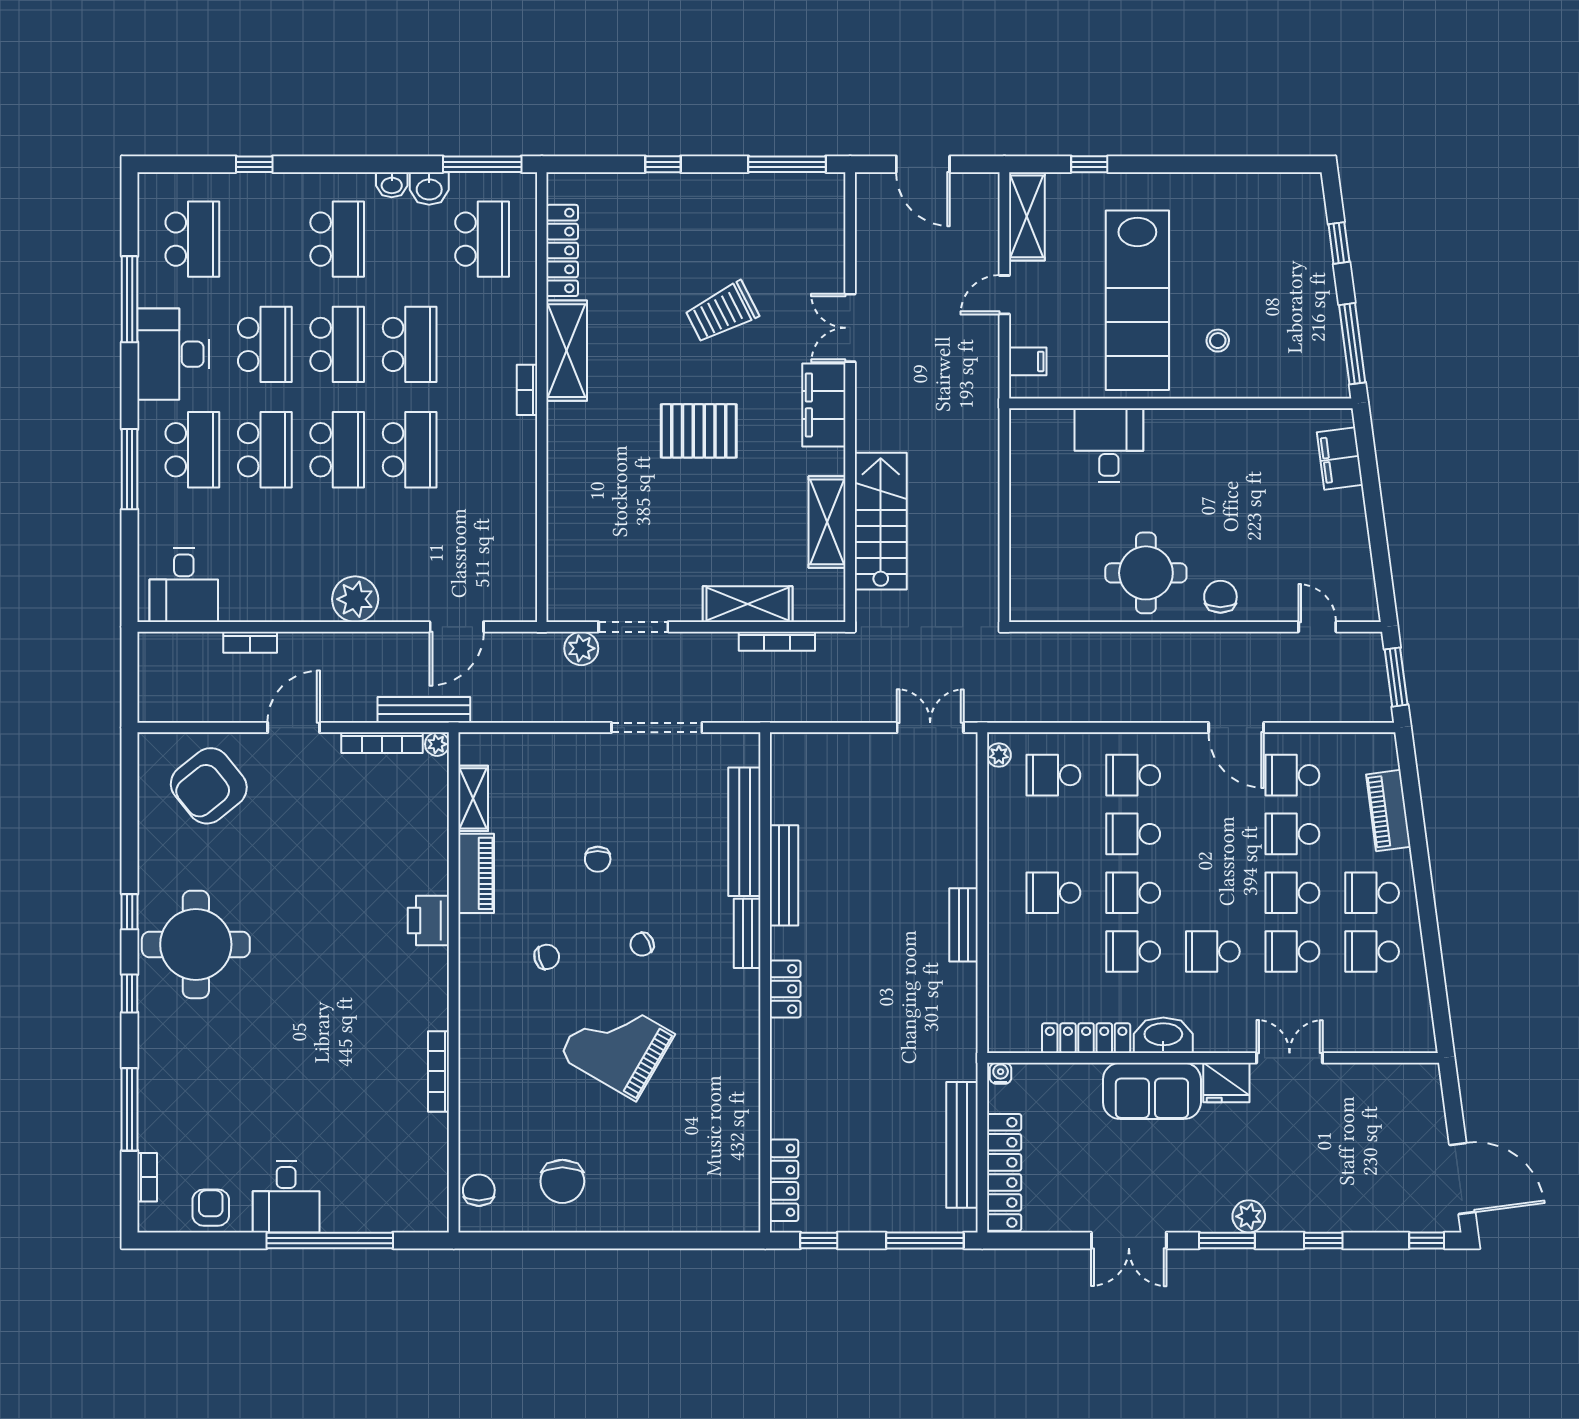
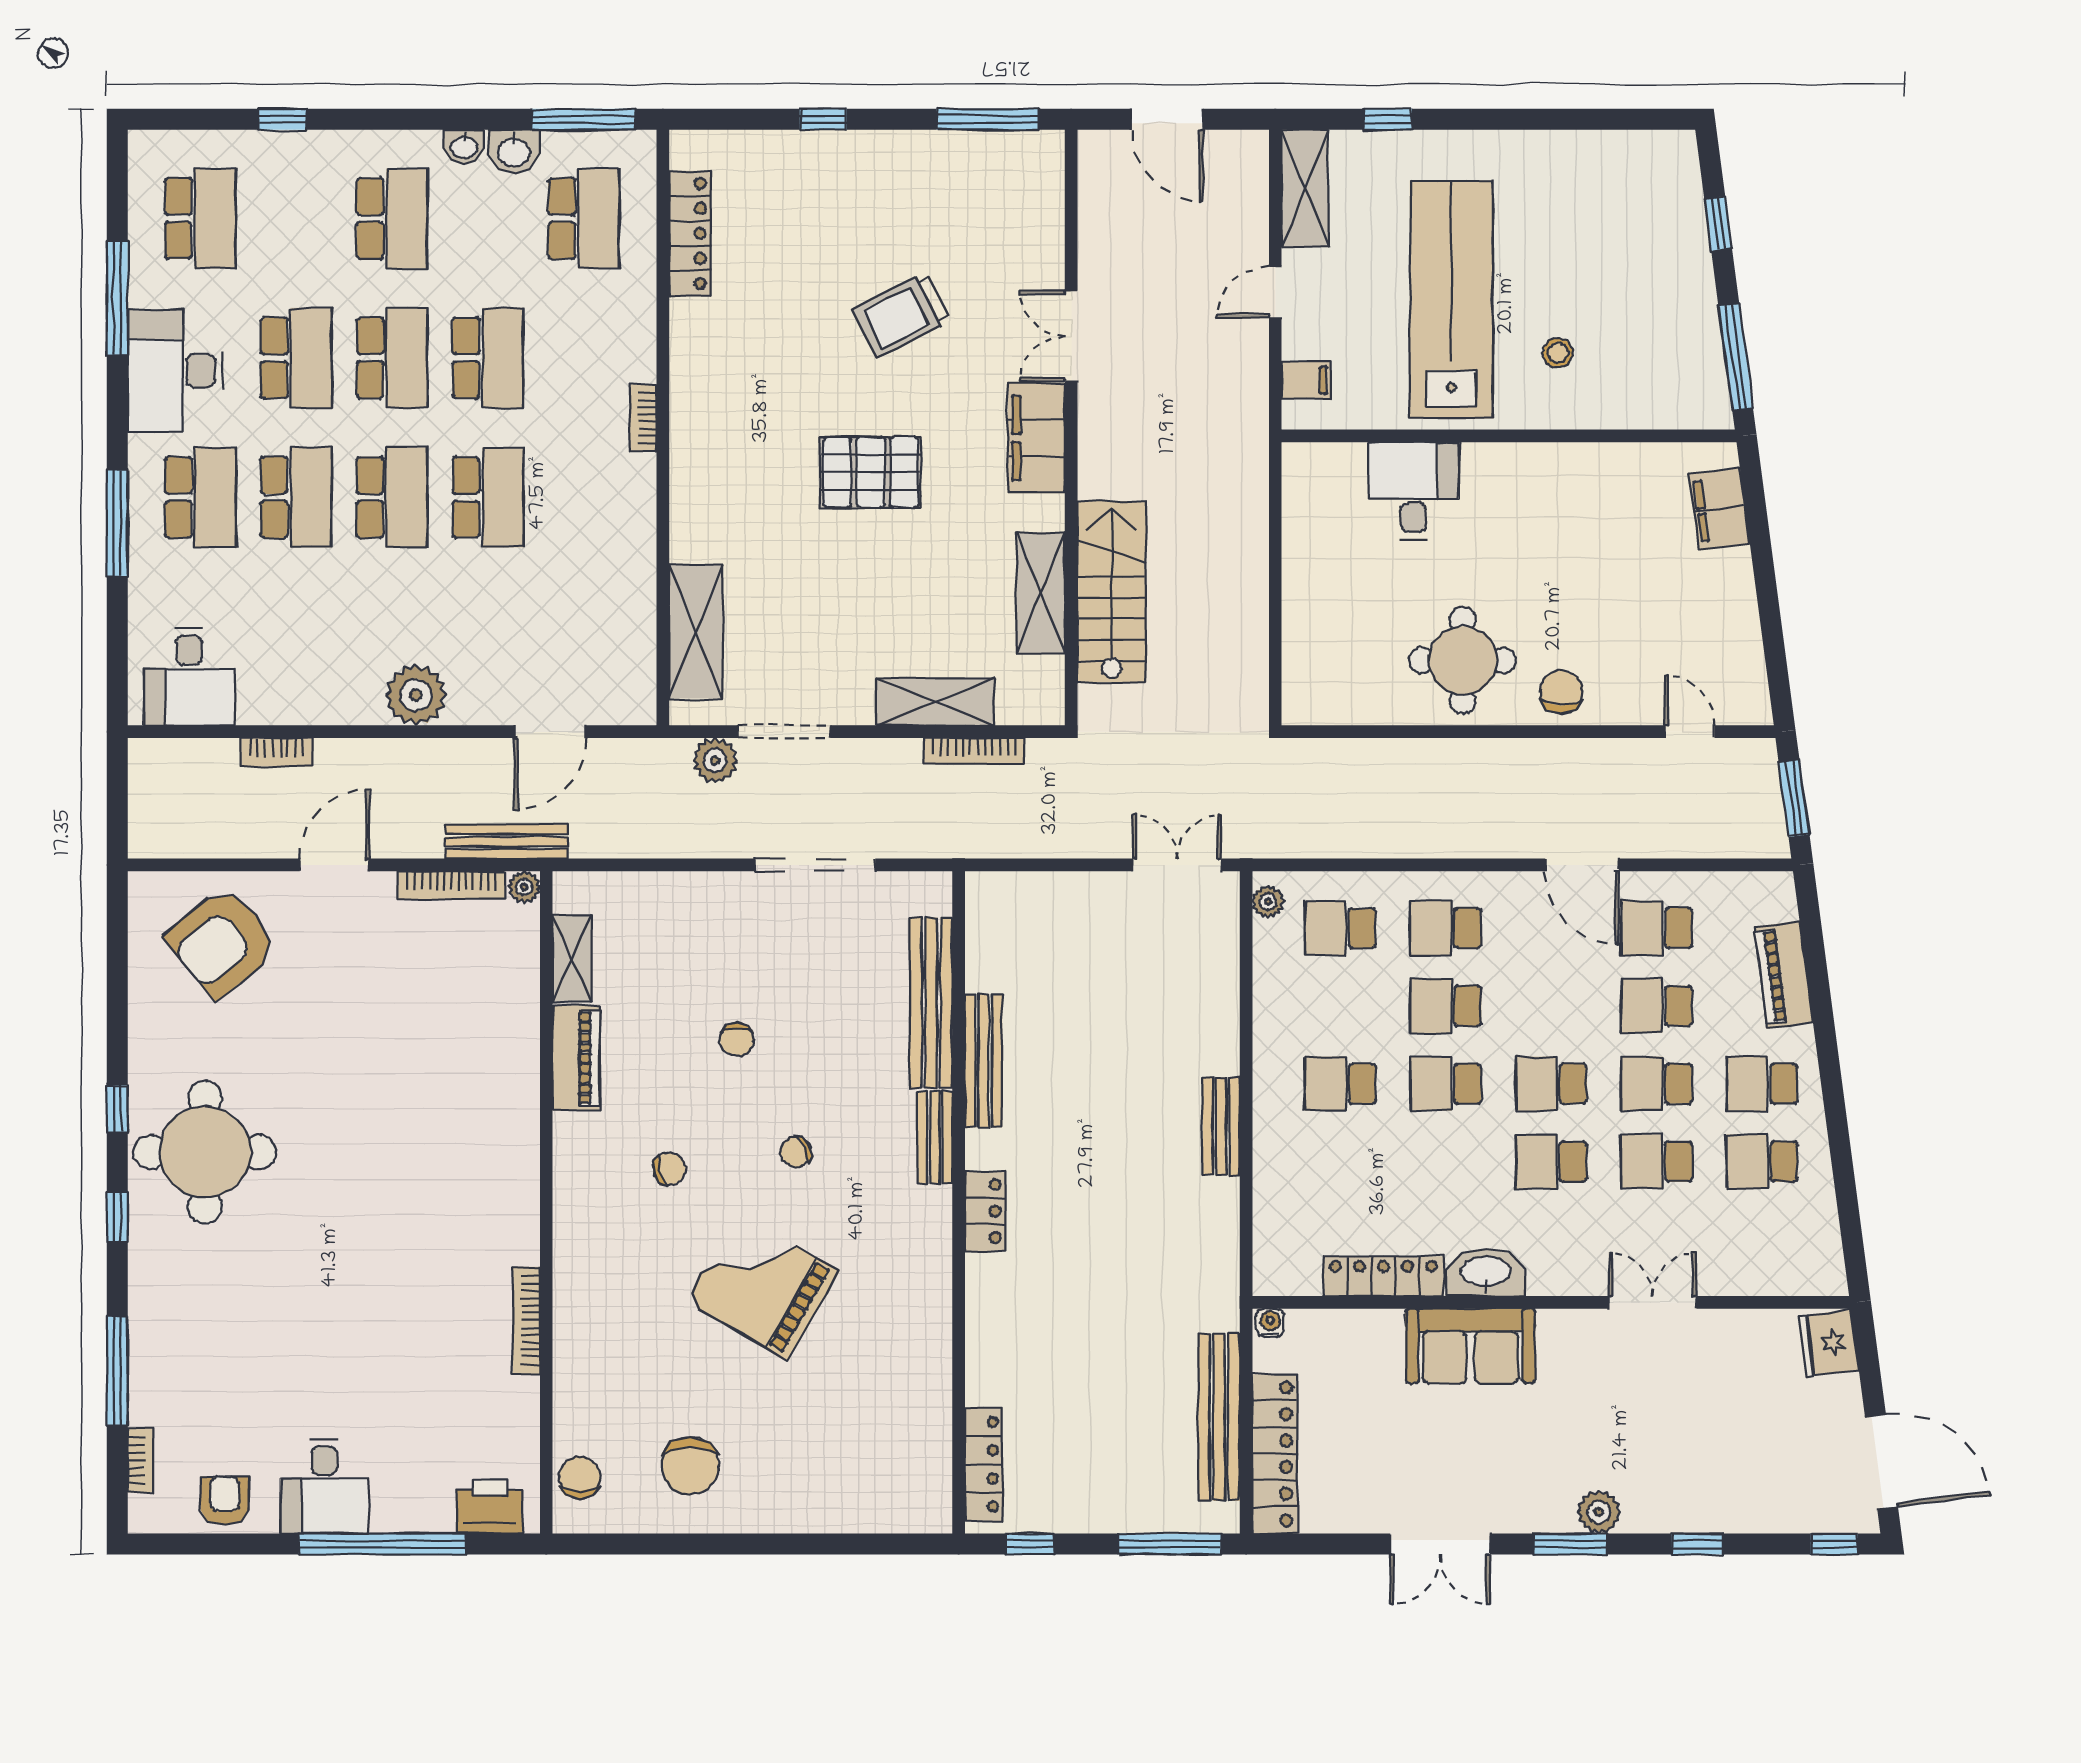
lab bench: (1137, 300) -> (1451, 299), turned 180
shelving: (567, 351) -> (696, 632), moved
printer: (428, 920) -> (490, 1506), moved, turned 90
school desk: (1133, 952) -> (1551, 1084), moved
fridge: (1226, 1082) -> (1829, 1343), moved, turned 82

